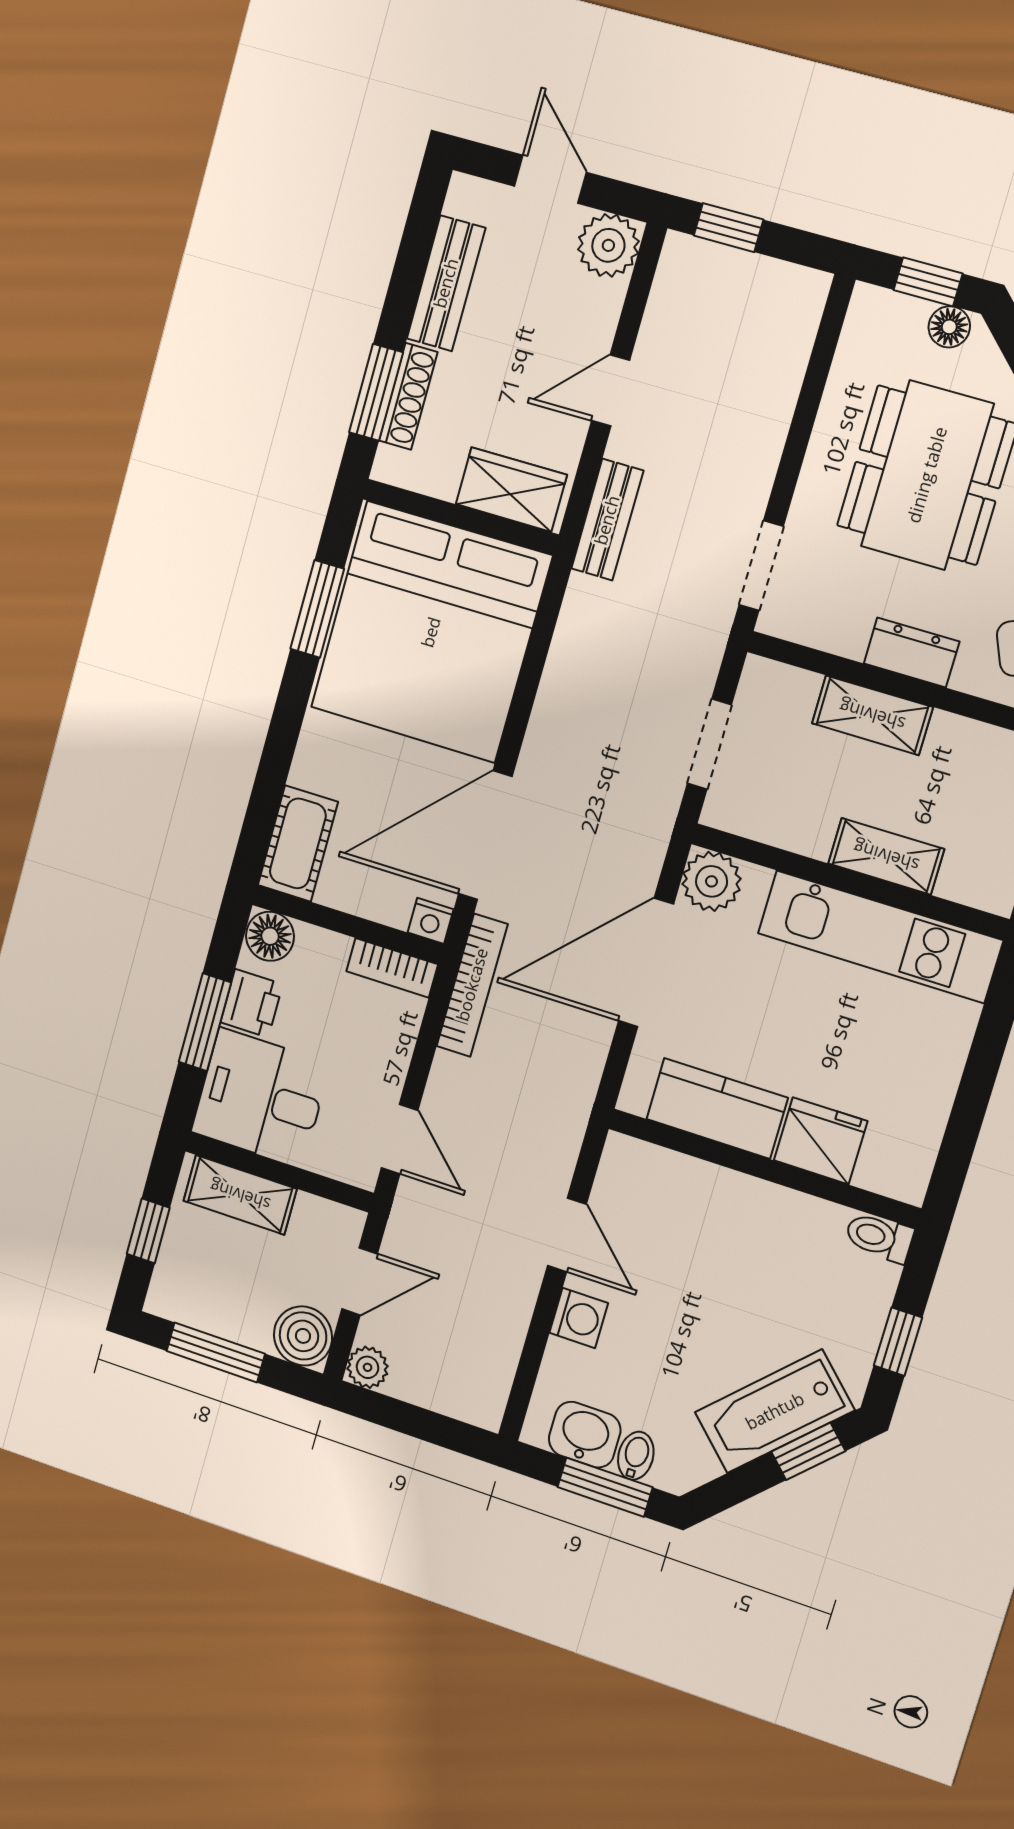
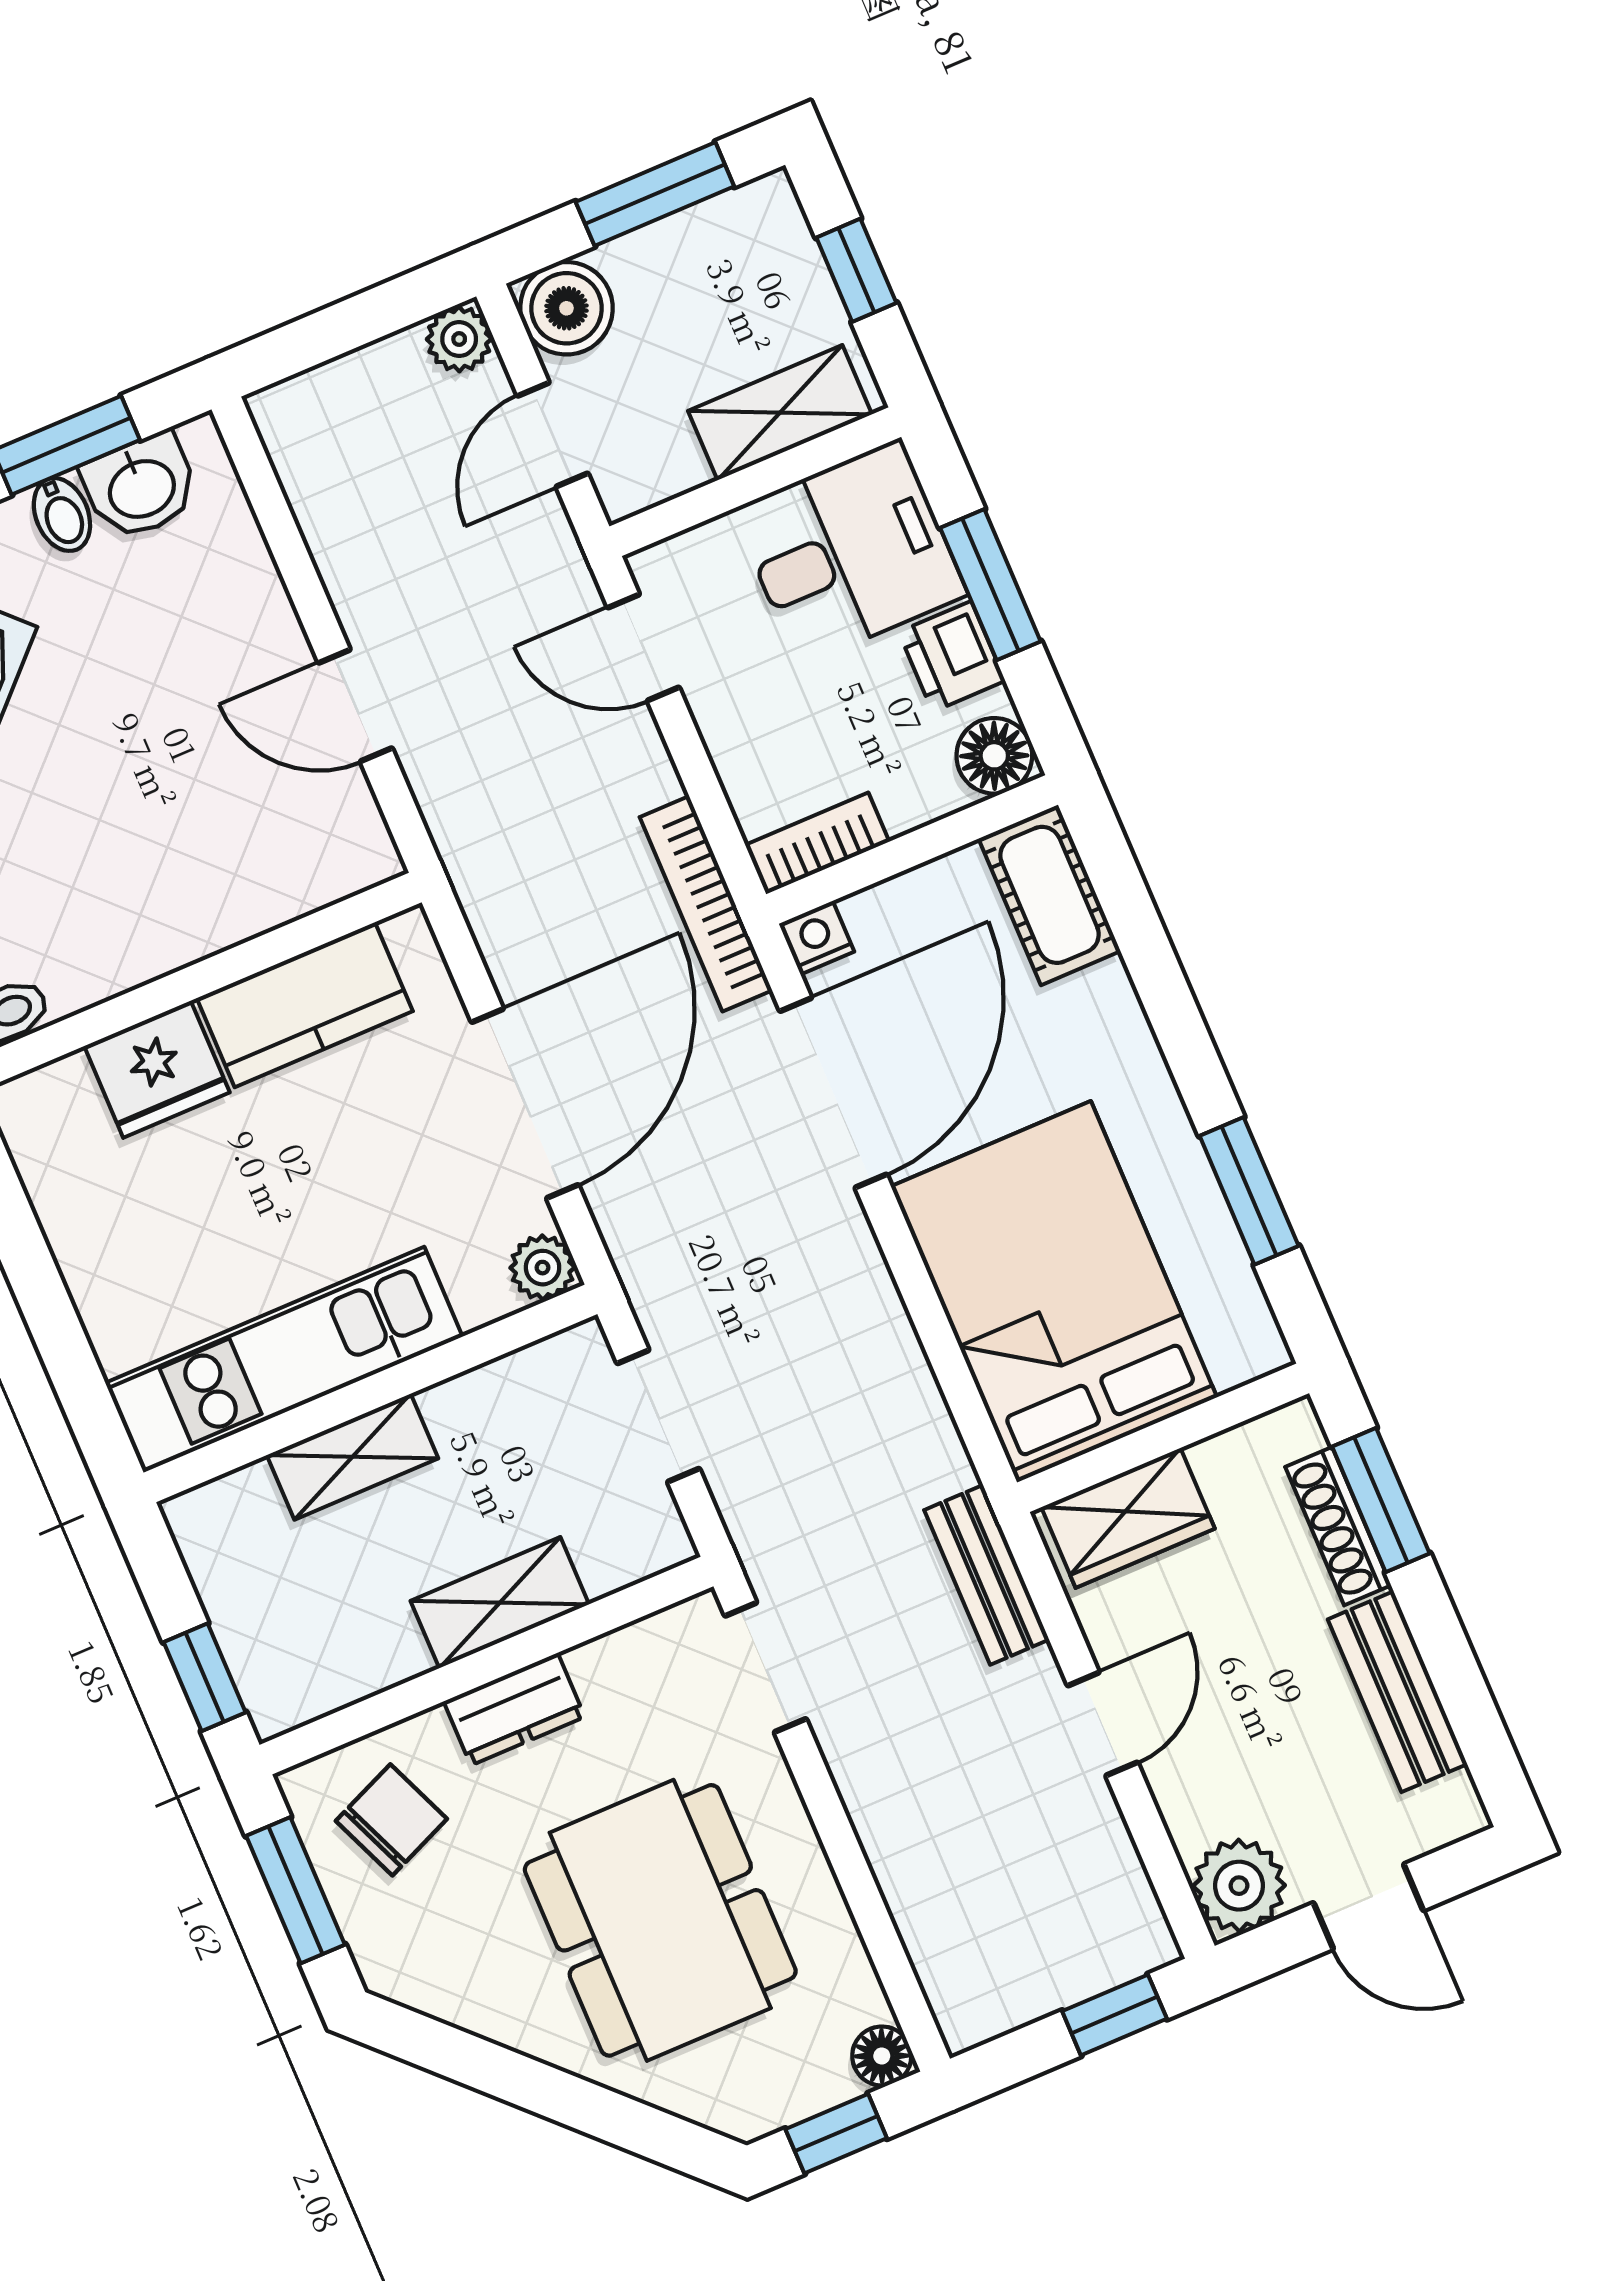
floor lamp: (949, 327) -> (882, 2056), moved
bed: (431, 632) -> (1054, 1292), width x0.73
plant: (712, 881) -> (543, 1268), width x0.73, depth x0.73
washing machine: (579, 1318) -> (261, 619), removed

